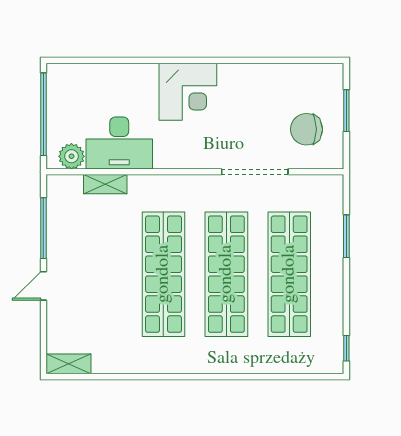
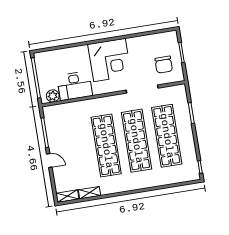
corner desk: (188, 92) -> (109, 60), width x1.36, depth x1.36
chair: (306, 129) -> (164, 65), turned -90
shelving: (105, 184) -> (90, 193), moved
door: (43, 286) -> (49, 161), swing flipped

